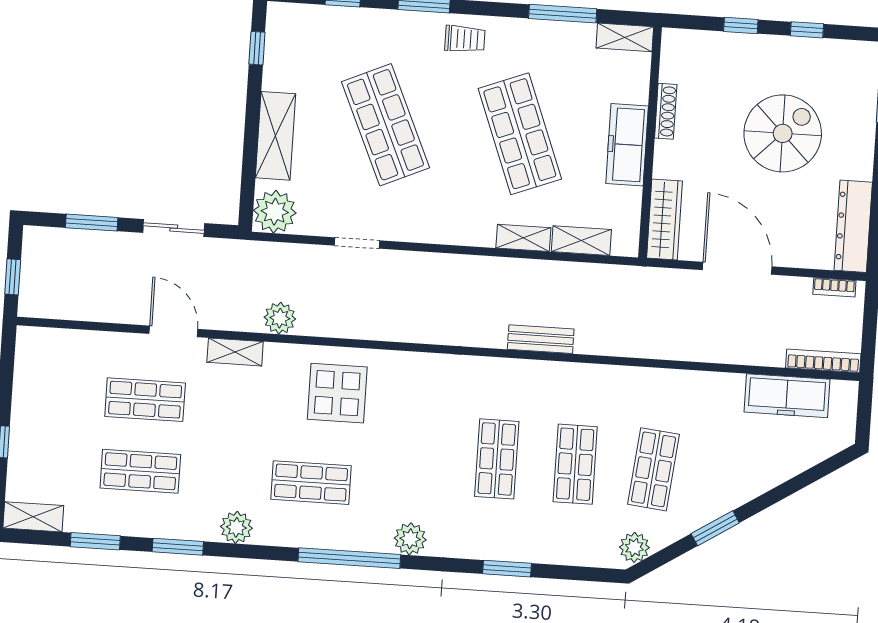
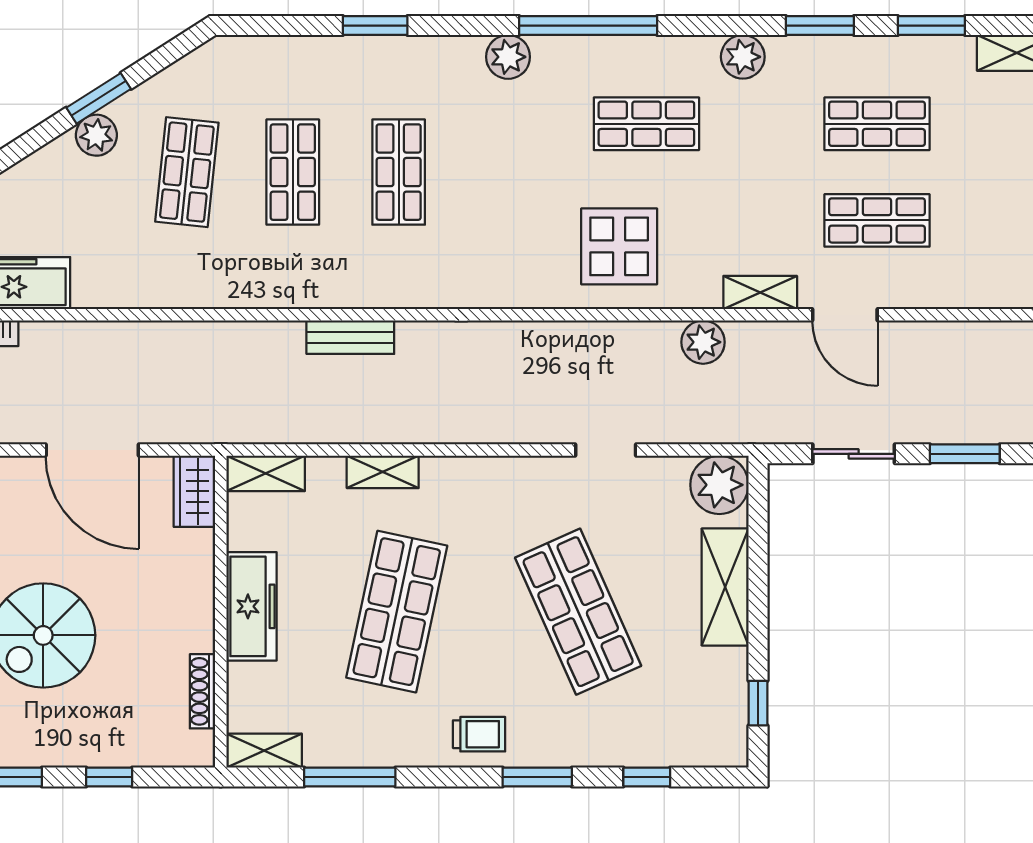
trolley: (465, 39) -> (479, 734), turned 180
shoe rack: (666, 111) -> (202, 691), moved
shop shelf: (520, 134) -> (397, 612), turned 33
wardrobe: (665, 219) -> (194, 491), width x0.67
shelving: (581, 241) -> (266, 473), moved
plant: (634, 547) -> (96, 135), moved

